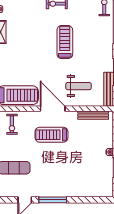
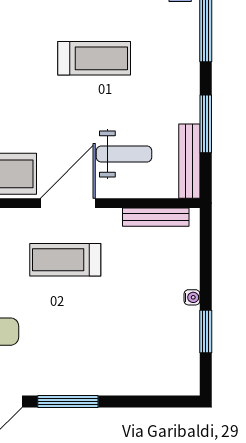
treadmill: (65, 42) -> (94, 58), turned 90
door: (53, 109) -> (68, 203), hinge flipped

